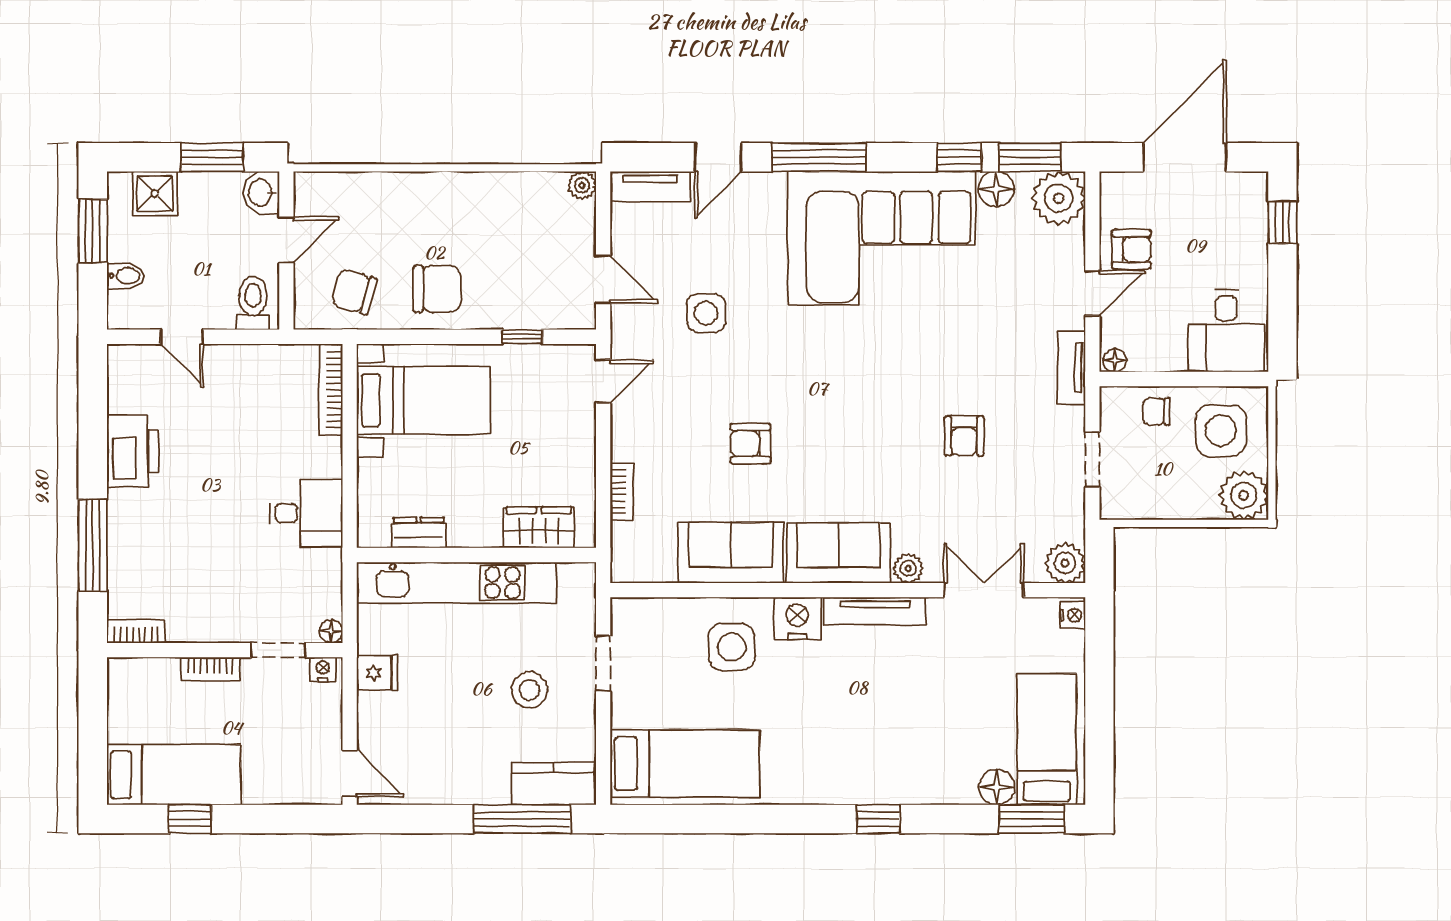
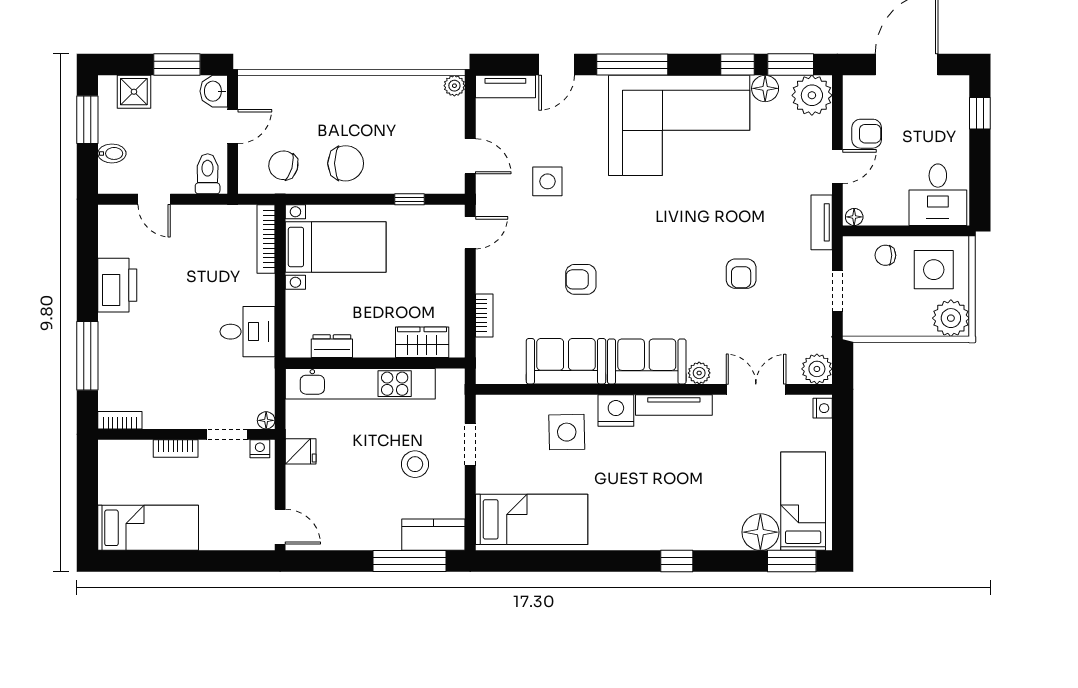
floor lamp: (997, 787) -> (760, 532), width x1.38, depth x1.38
window: (190, 819) -> (160, 561), removed

